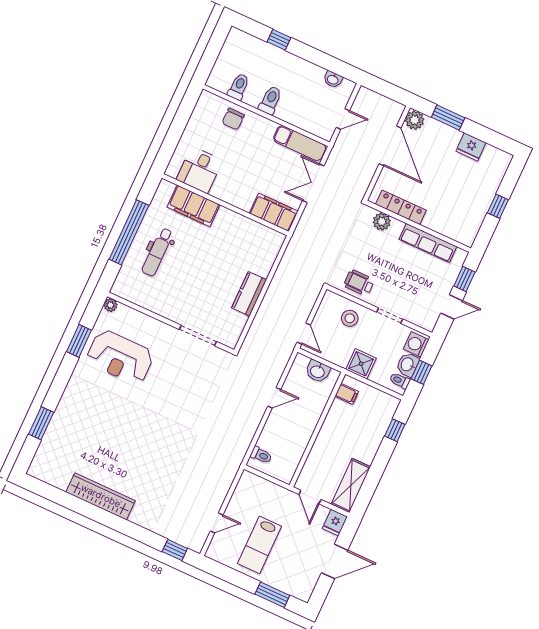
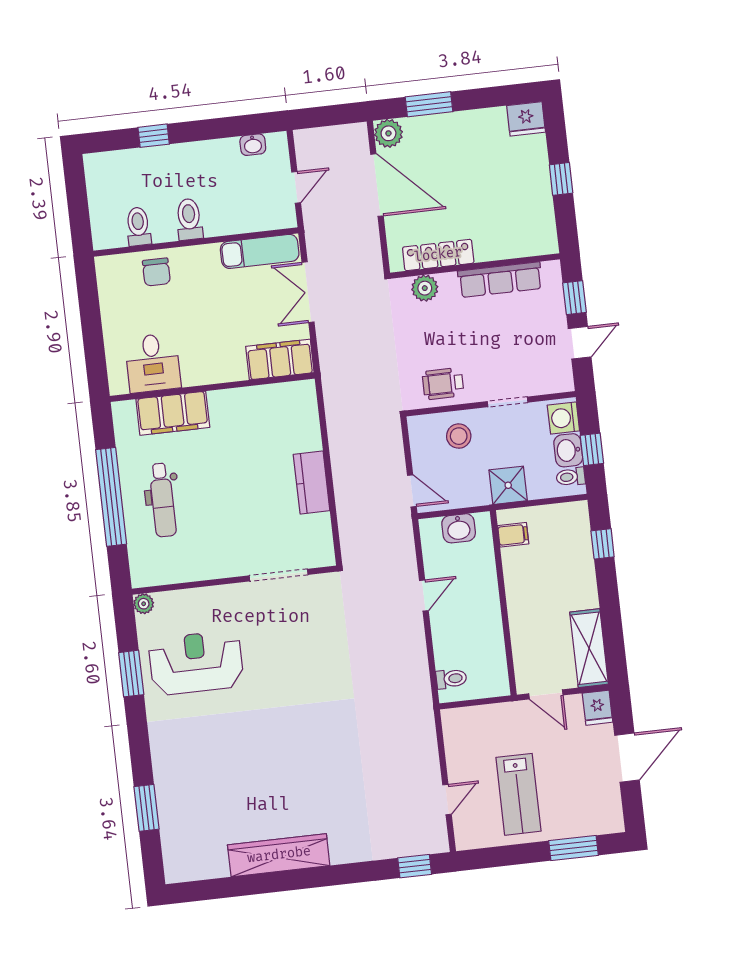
fridge: (471, 147) -> (526, 119), moved
reception desk: (120, 357) -> (196, 663), turned 180

